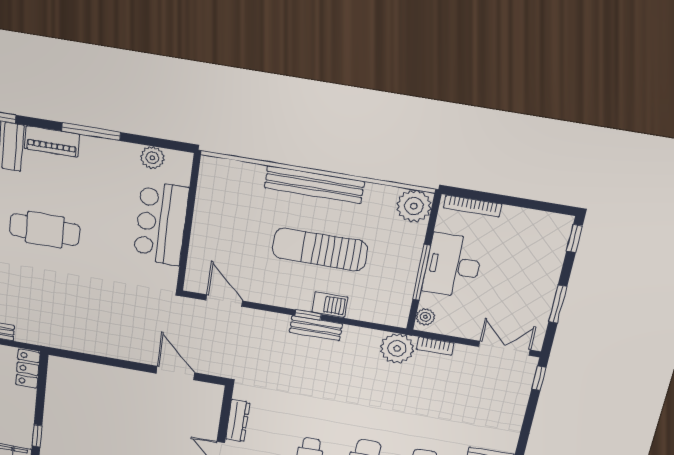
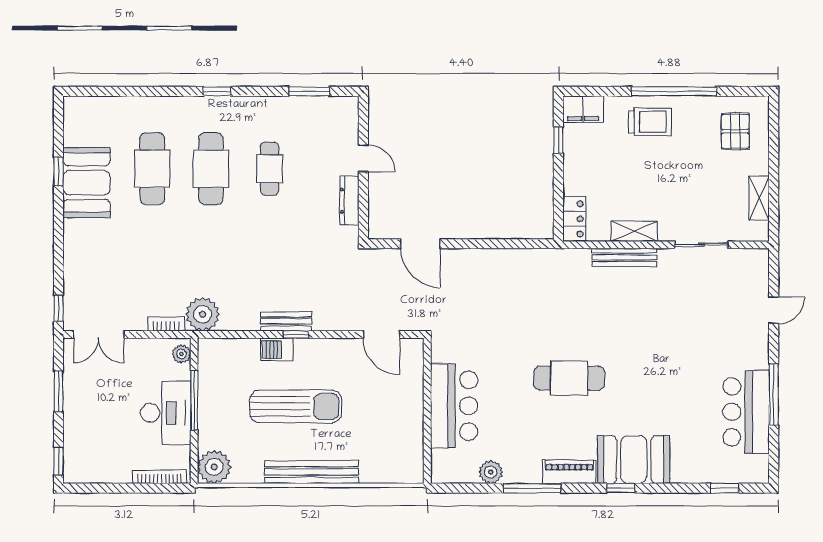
plant: (152, 158) -> (491, 472), moved

